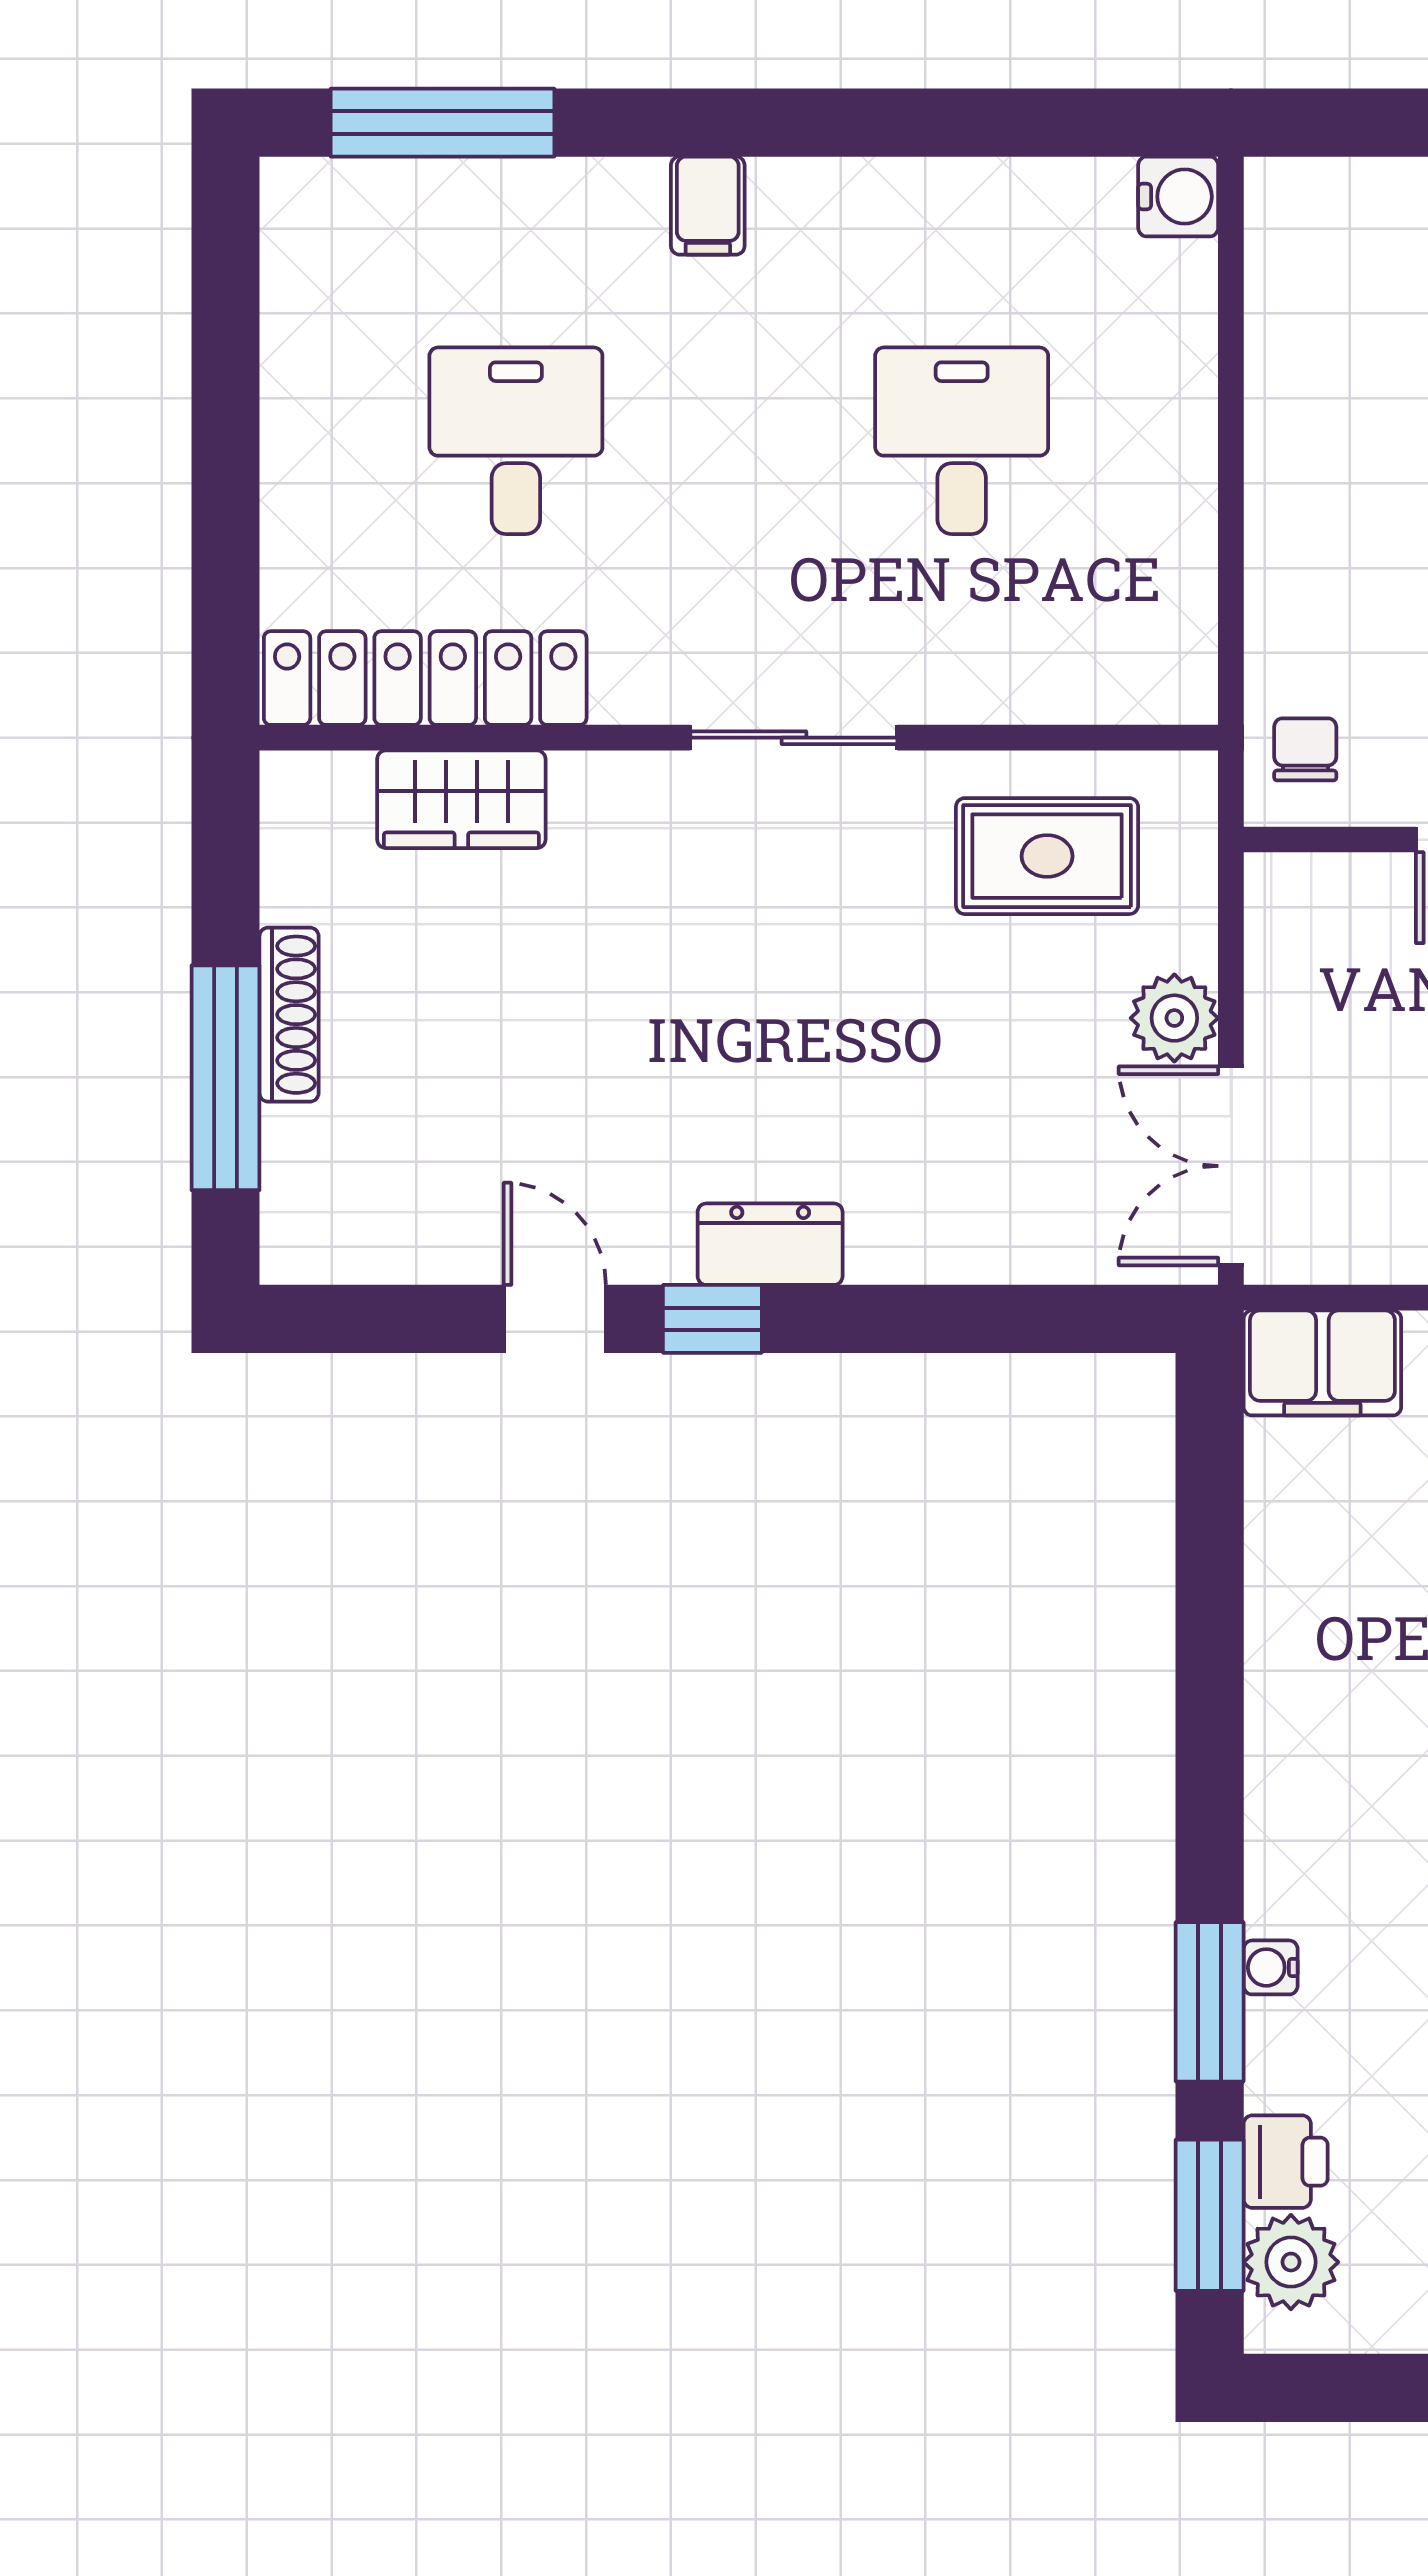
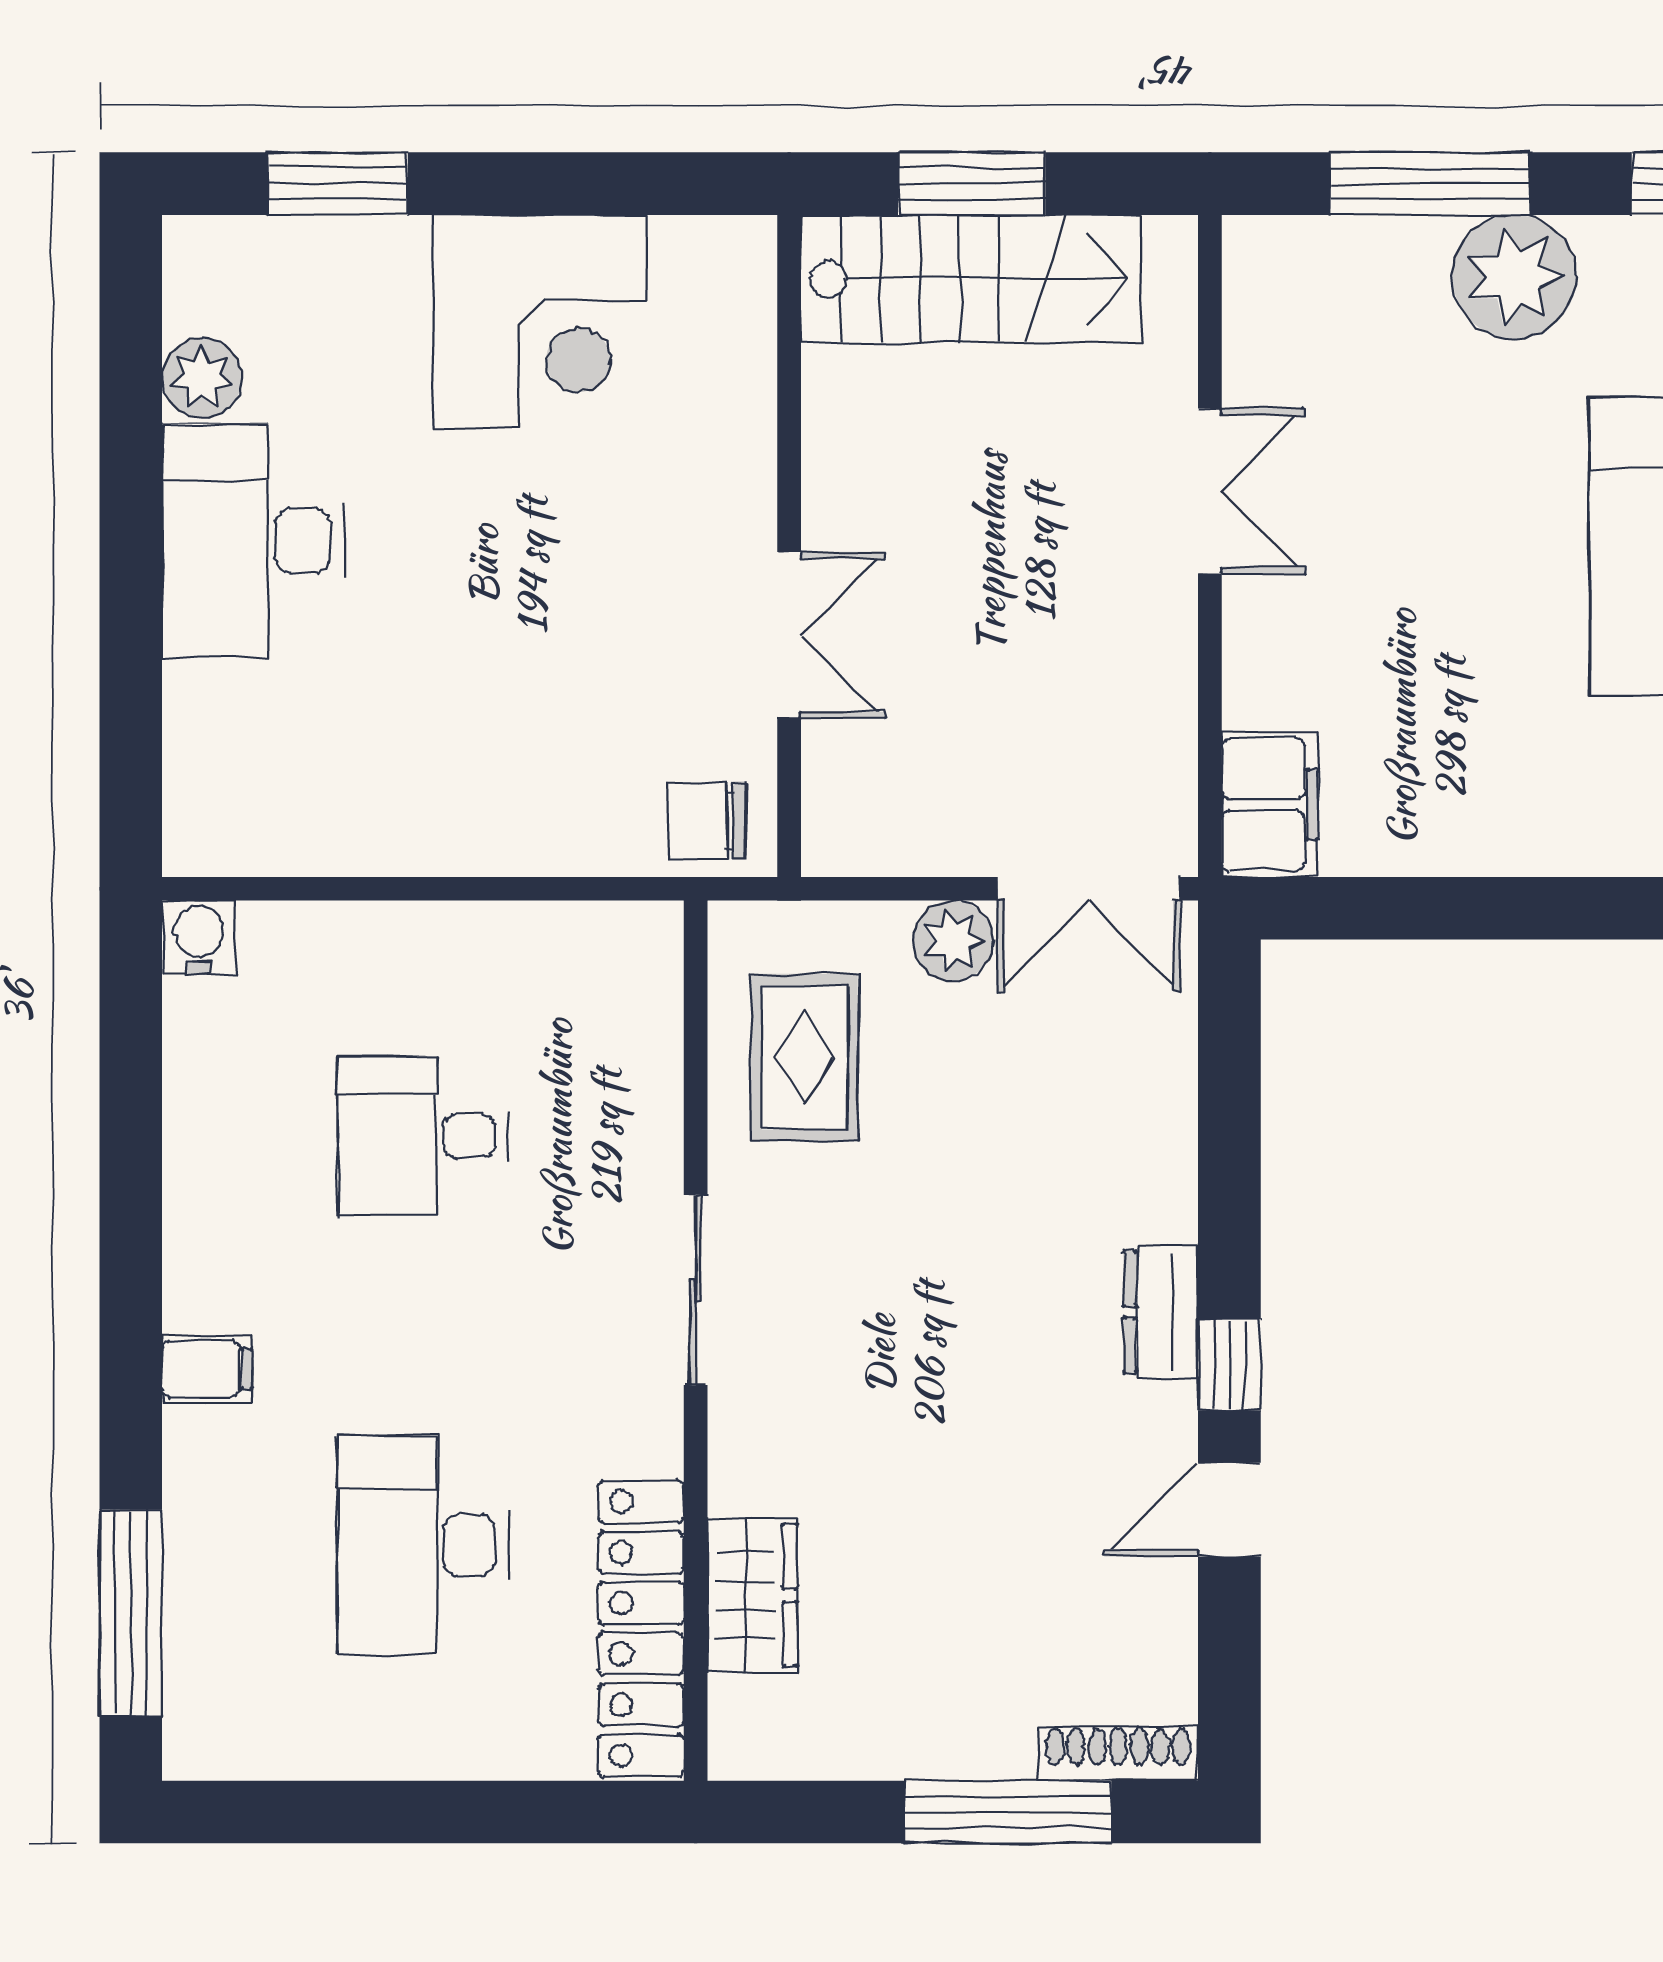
desk: (516, 441) -> (423, 1545), width x1.37
chair: (1305, 749) -> (706, 820), width x1.37, depth x1.37
shoe rack: (289, 1015) -> (1118, 1754), moved

